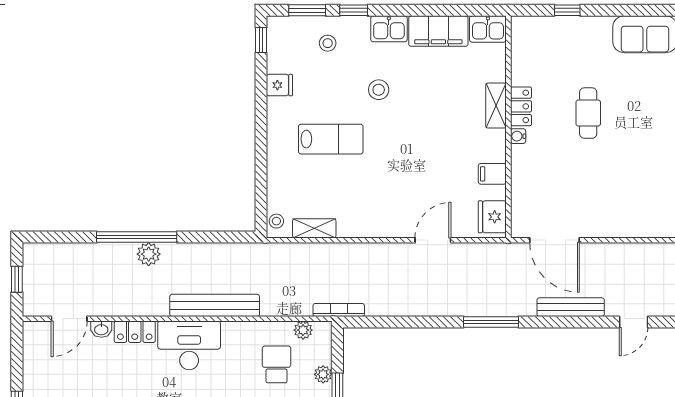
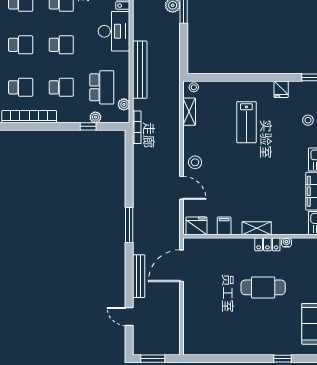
stool: (379, 90) -> (195, 162), moved
shelving: (496, 106) -> (257, 228), moved
cafe table: (588, 113) -> (263, 287), width x1.37, depth x1.35
water cooler: (518, 136) -> (287, 242), moved
bench: (215, 305) -> (140, 70), moved
school desk: (276, 364) -> (102, 87), width x1.85

